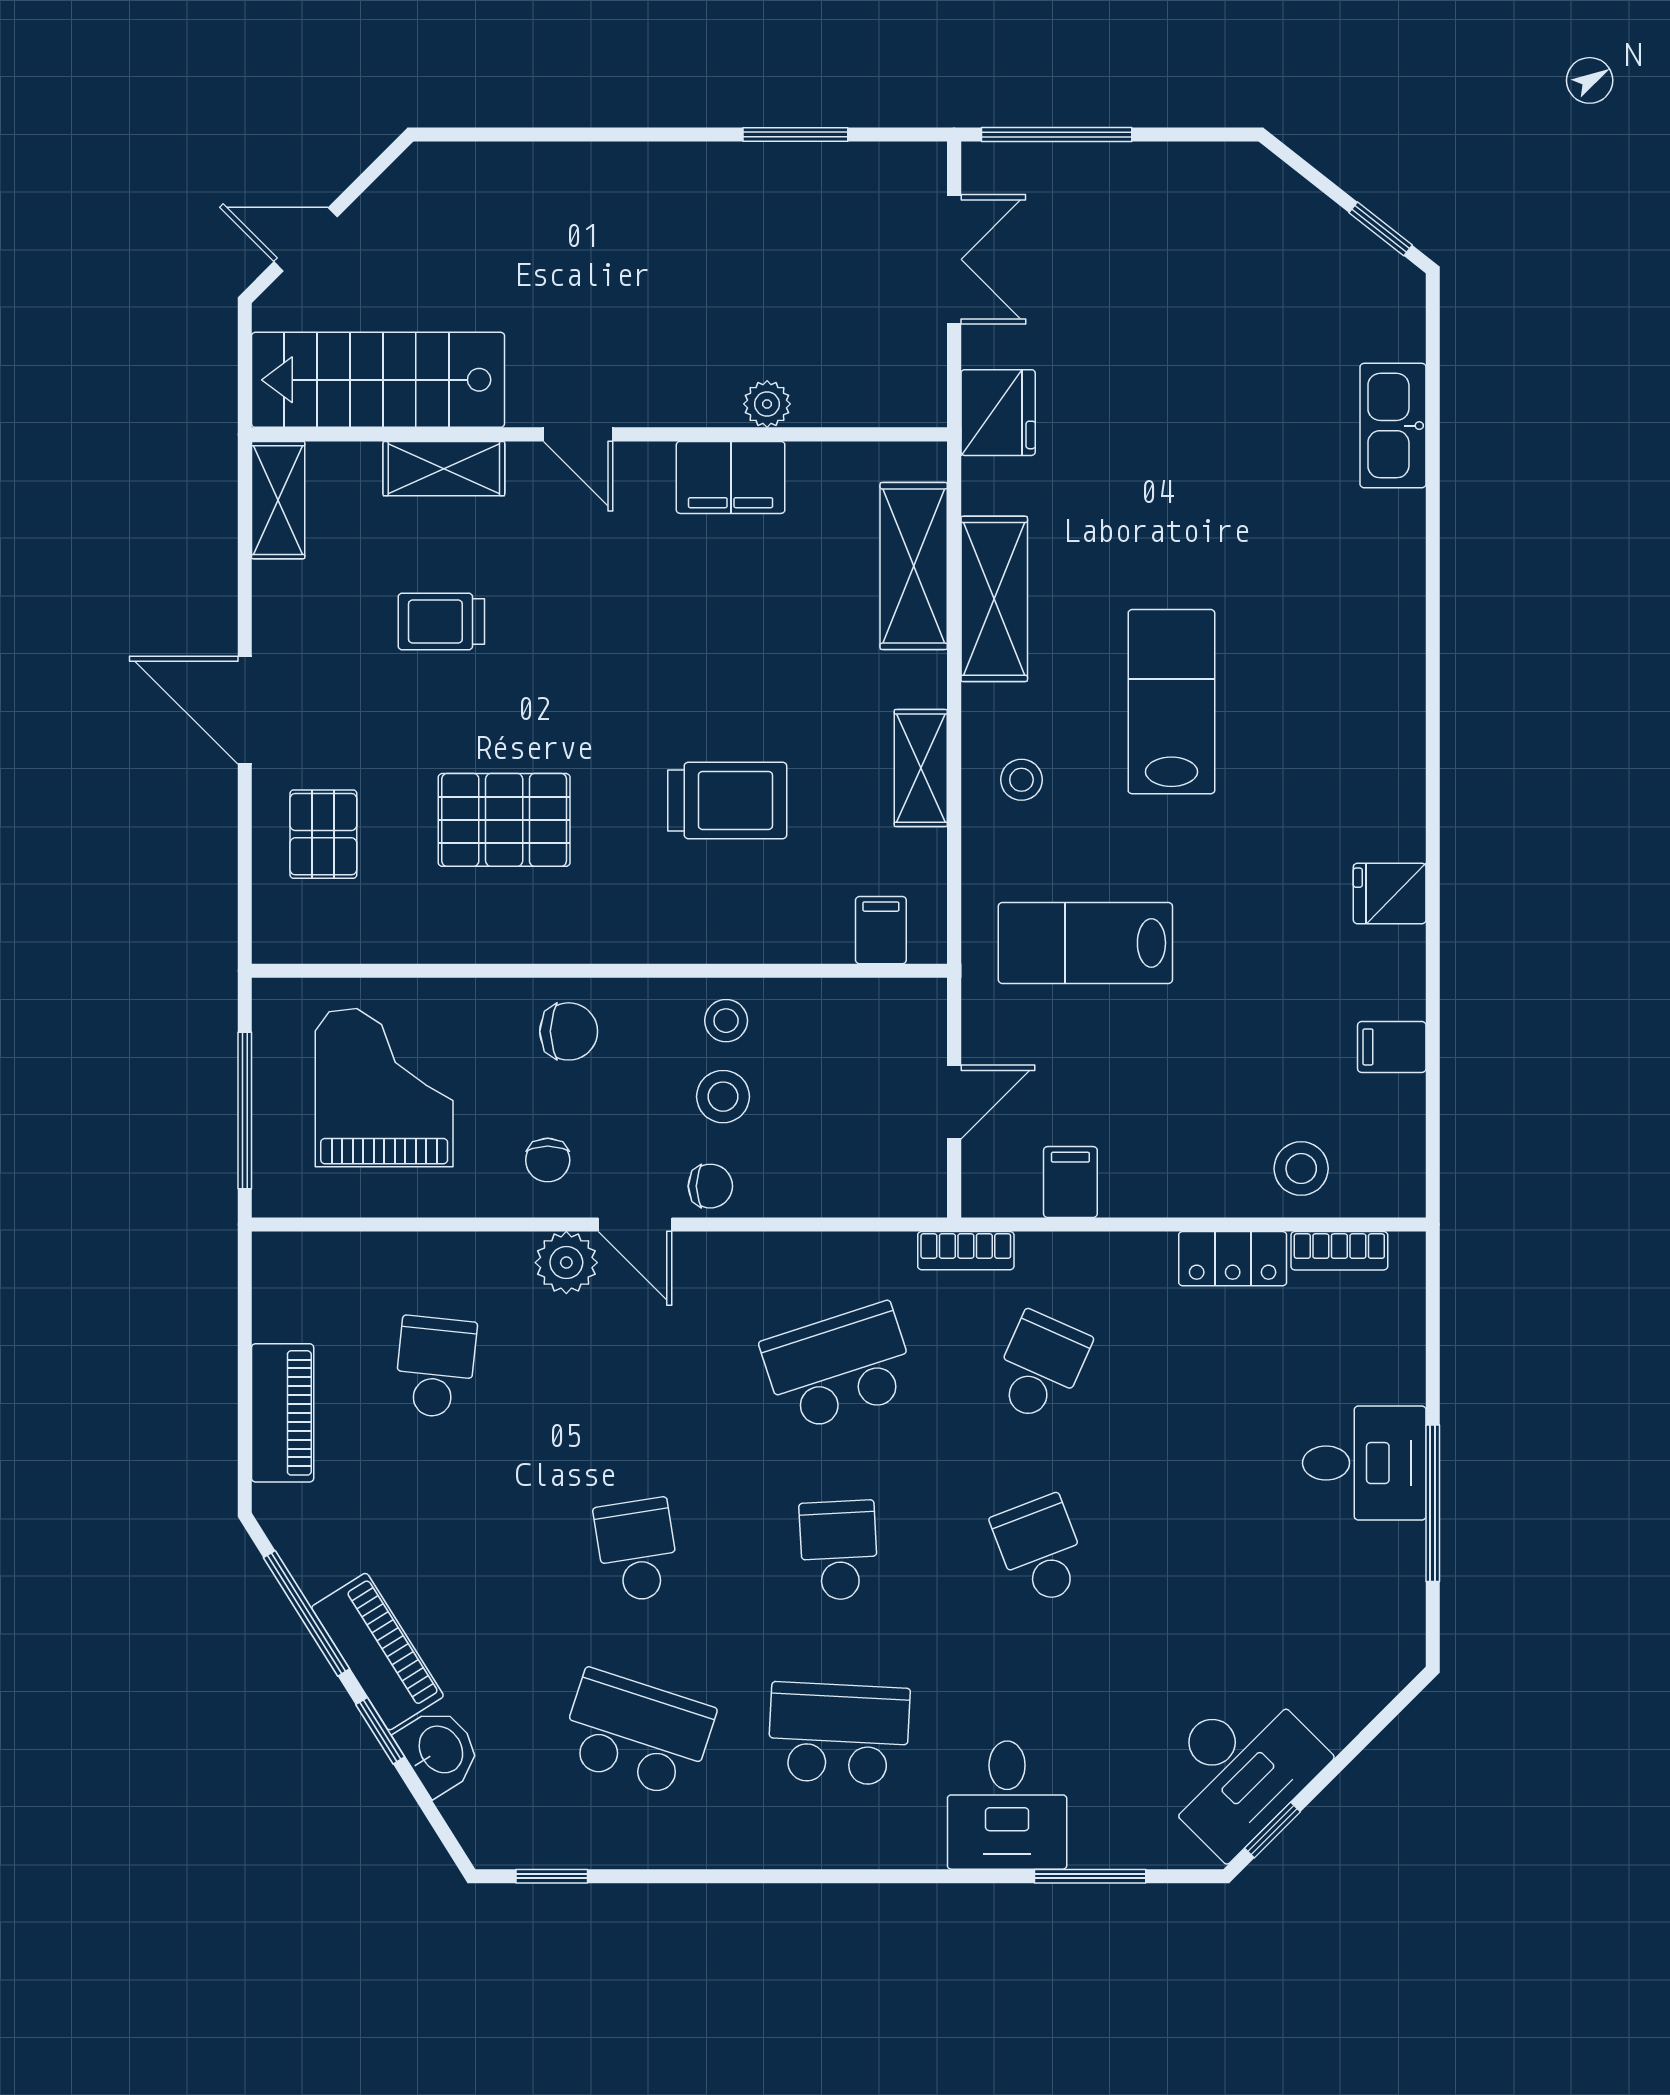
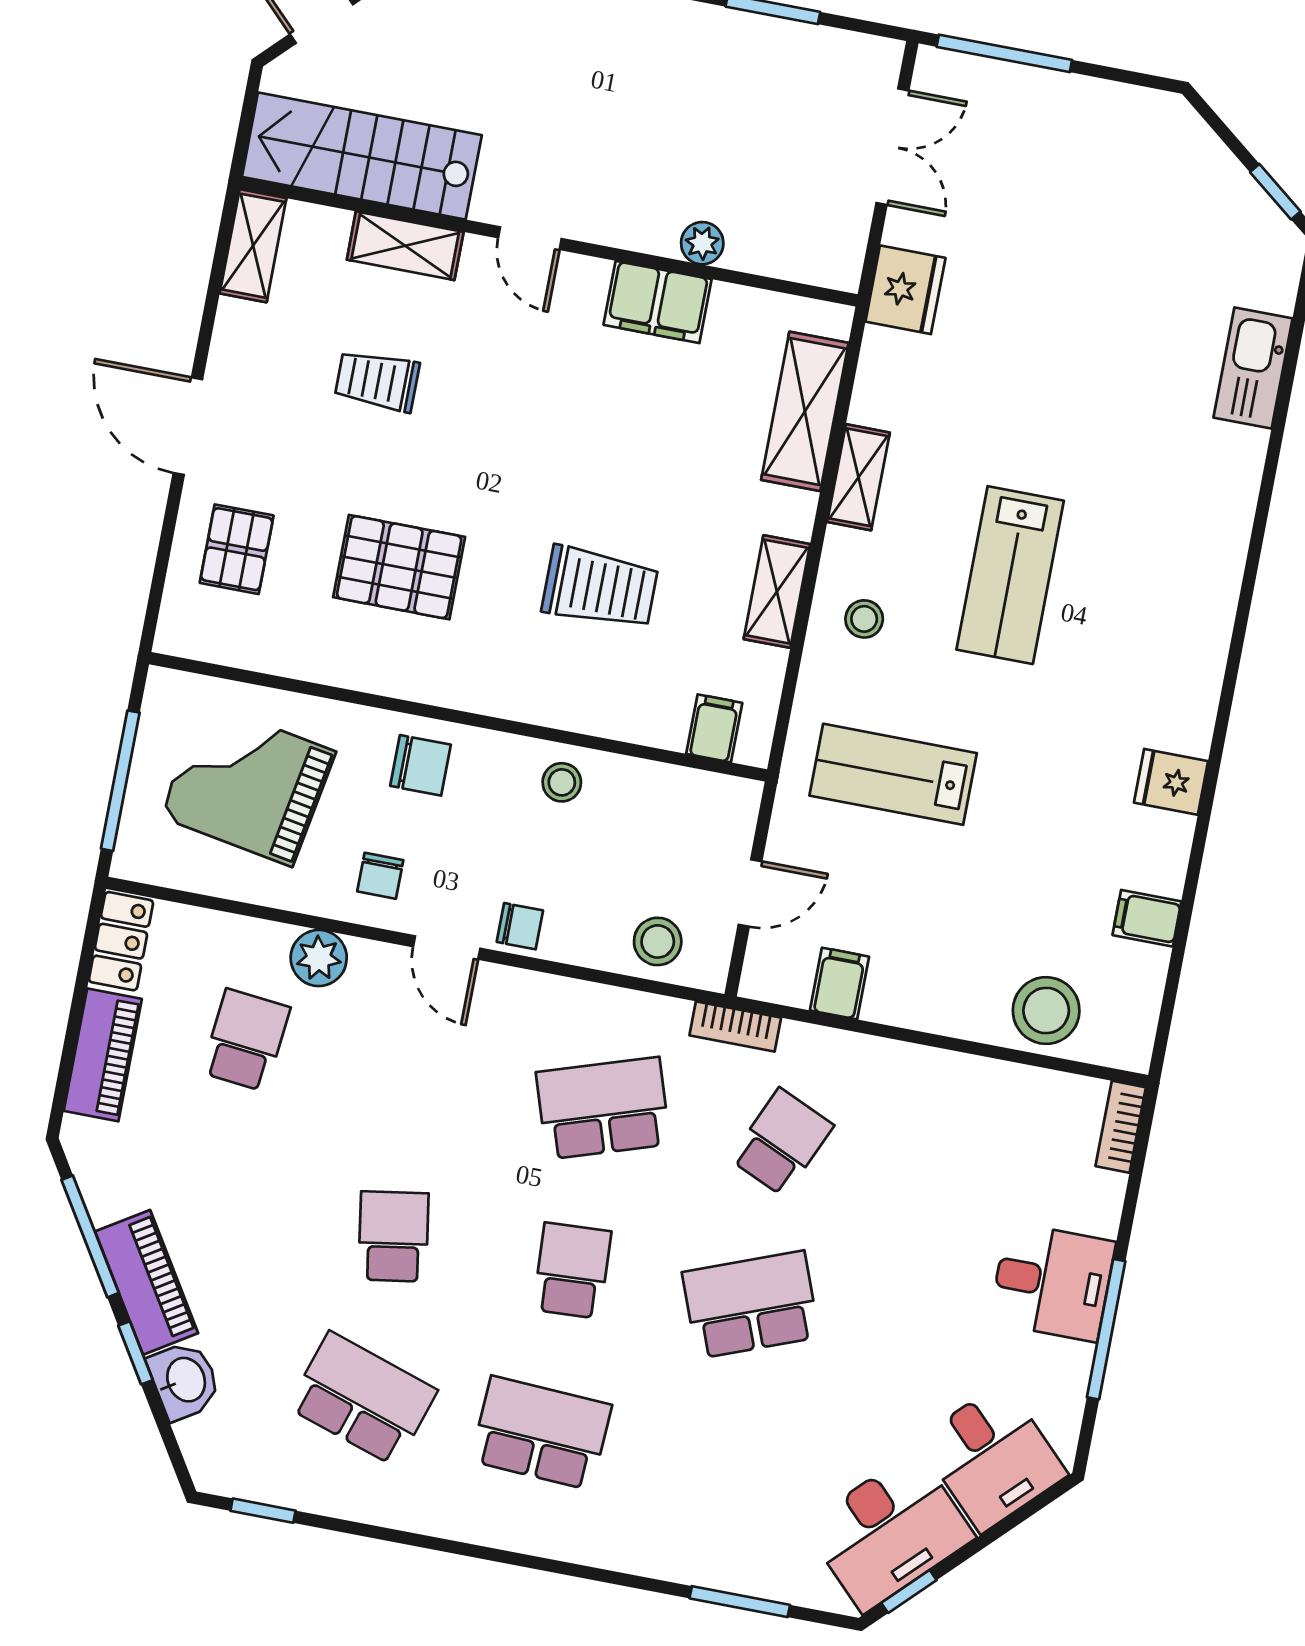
shelving: (994, 599) -> (858, 477), width x0.67, depth x0.75
lab bench: (1171, 702) -> (1010, 575), turned 180
grand piano: (384, 1088) -> (248, 784), turned -80
stool: (723, 1097) -> (658, 941), moved
stool: (1301, 1169) -> (1046, 1011), width x1.38, depth x1.38
bookcase: (1339, 1251) -> (1121, 1127), moved, turned 90
locker: (1233, 1259) -> (121, 941), moved, turned -90
plant: (566, 1263) -> (319, 958), moved
school desk: (1040, 1550) -> (751, 1305), width x1.85
desk: (1007, 1805) -> (992, 1457), moved, turned -45

